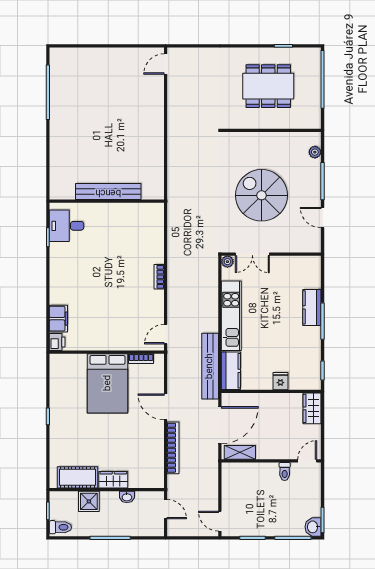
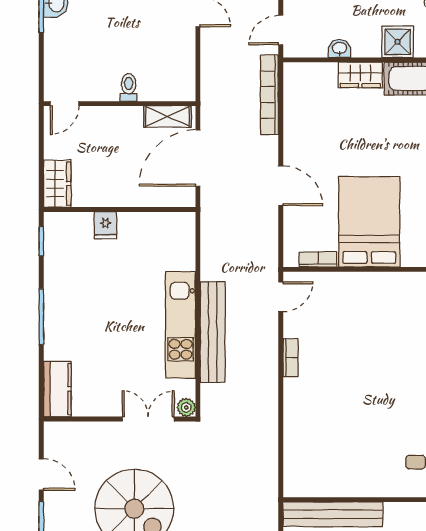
bench: (108, 192) -> (333, 514), moved
bookcase: (159, 277) -> (291, 358), moved
kitchen counter: (312, 307) -> (57, 389), moved
bench: (210, 366) -> (213, 332), moved
kitchen counter: (231, 371) -> (181, 241), removed
bookcase: (173, 448) -> (269, 95), moved
toilet: (285, 471) -> (129, 87), moved
door: (166, 509) -> (281, 30), hinge flipped

